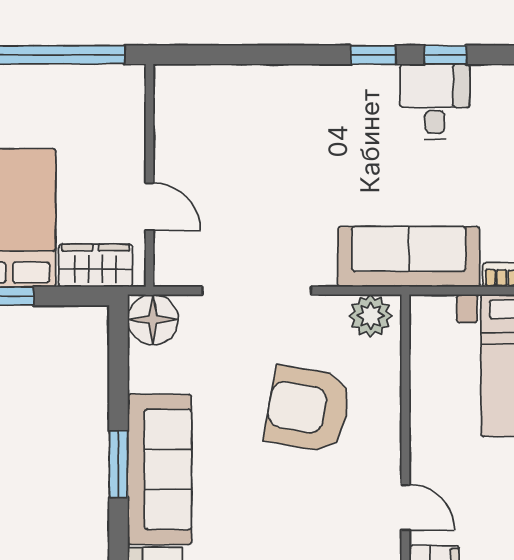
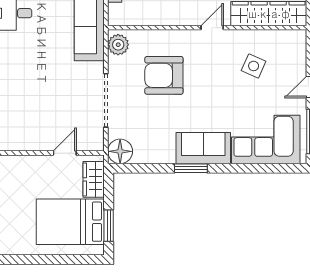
armchair: (308, 409) -> (164, 75), turned 80
sofa: (160, 469) -> (203, 148), width x0.73

